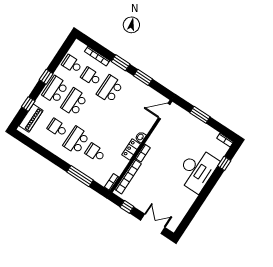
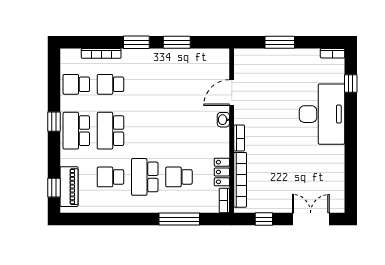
school desk: (110, 89) -> (145, 84), removed
window: (28, 104) -> (54, 188), moved
door: (164, 111) -> (232, 93), moved
locker: (131, 150) -> (222, 172), moved

